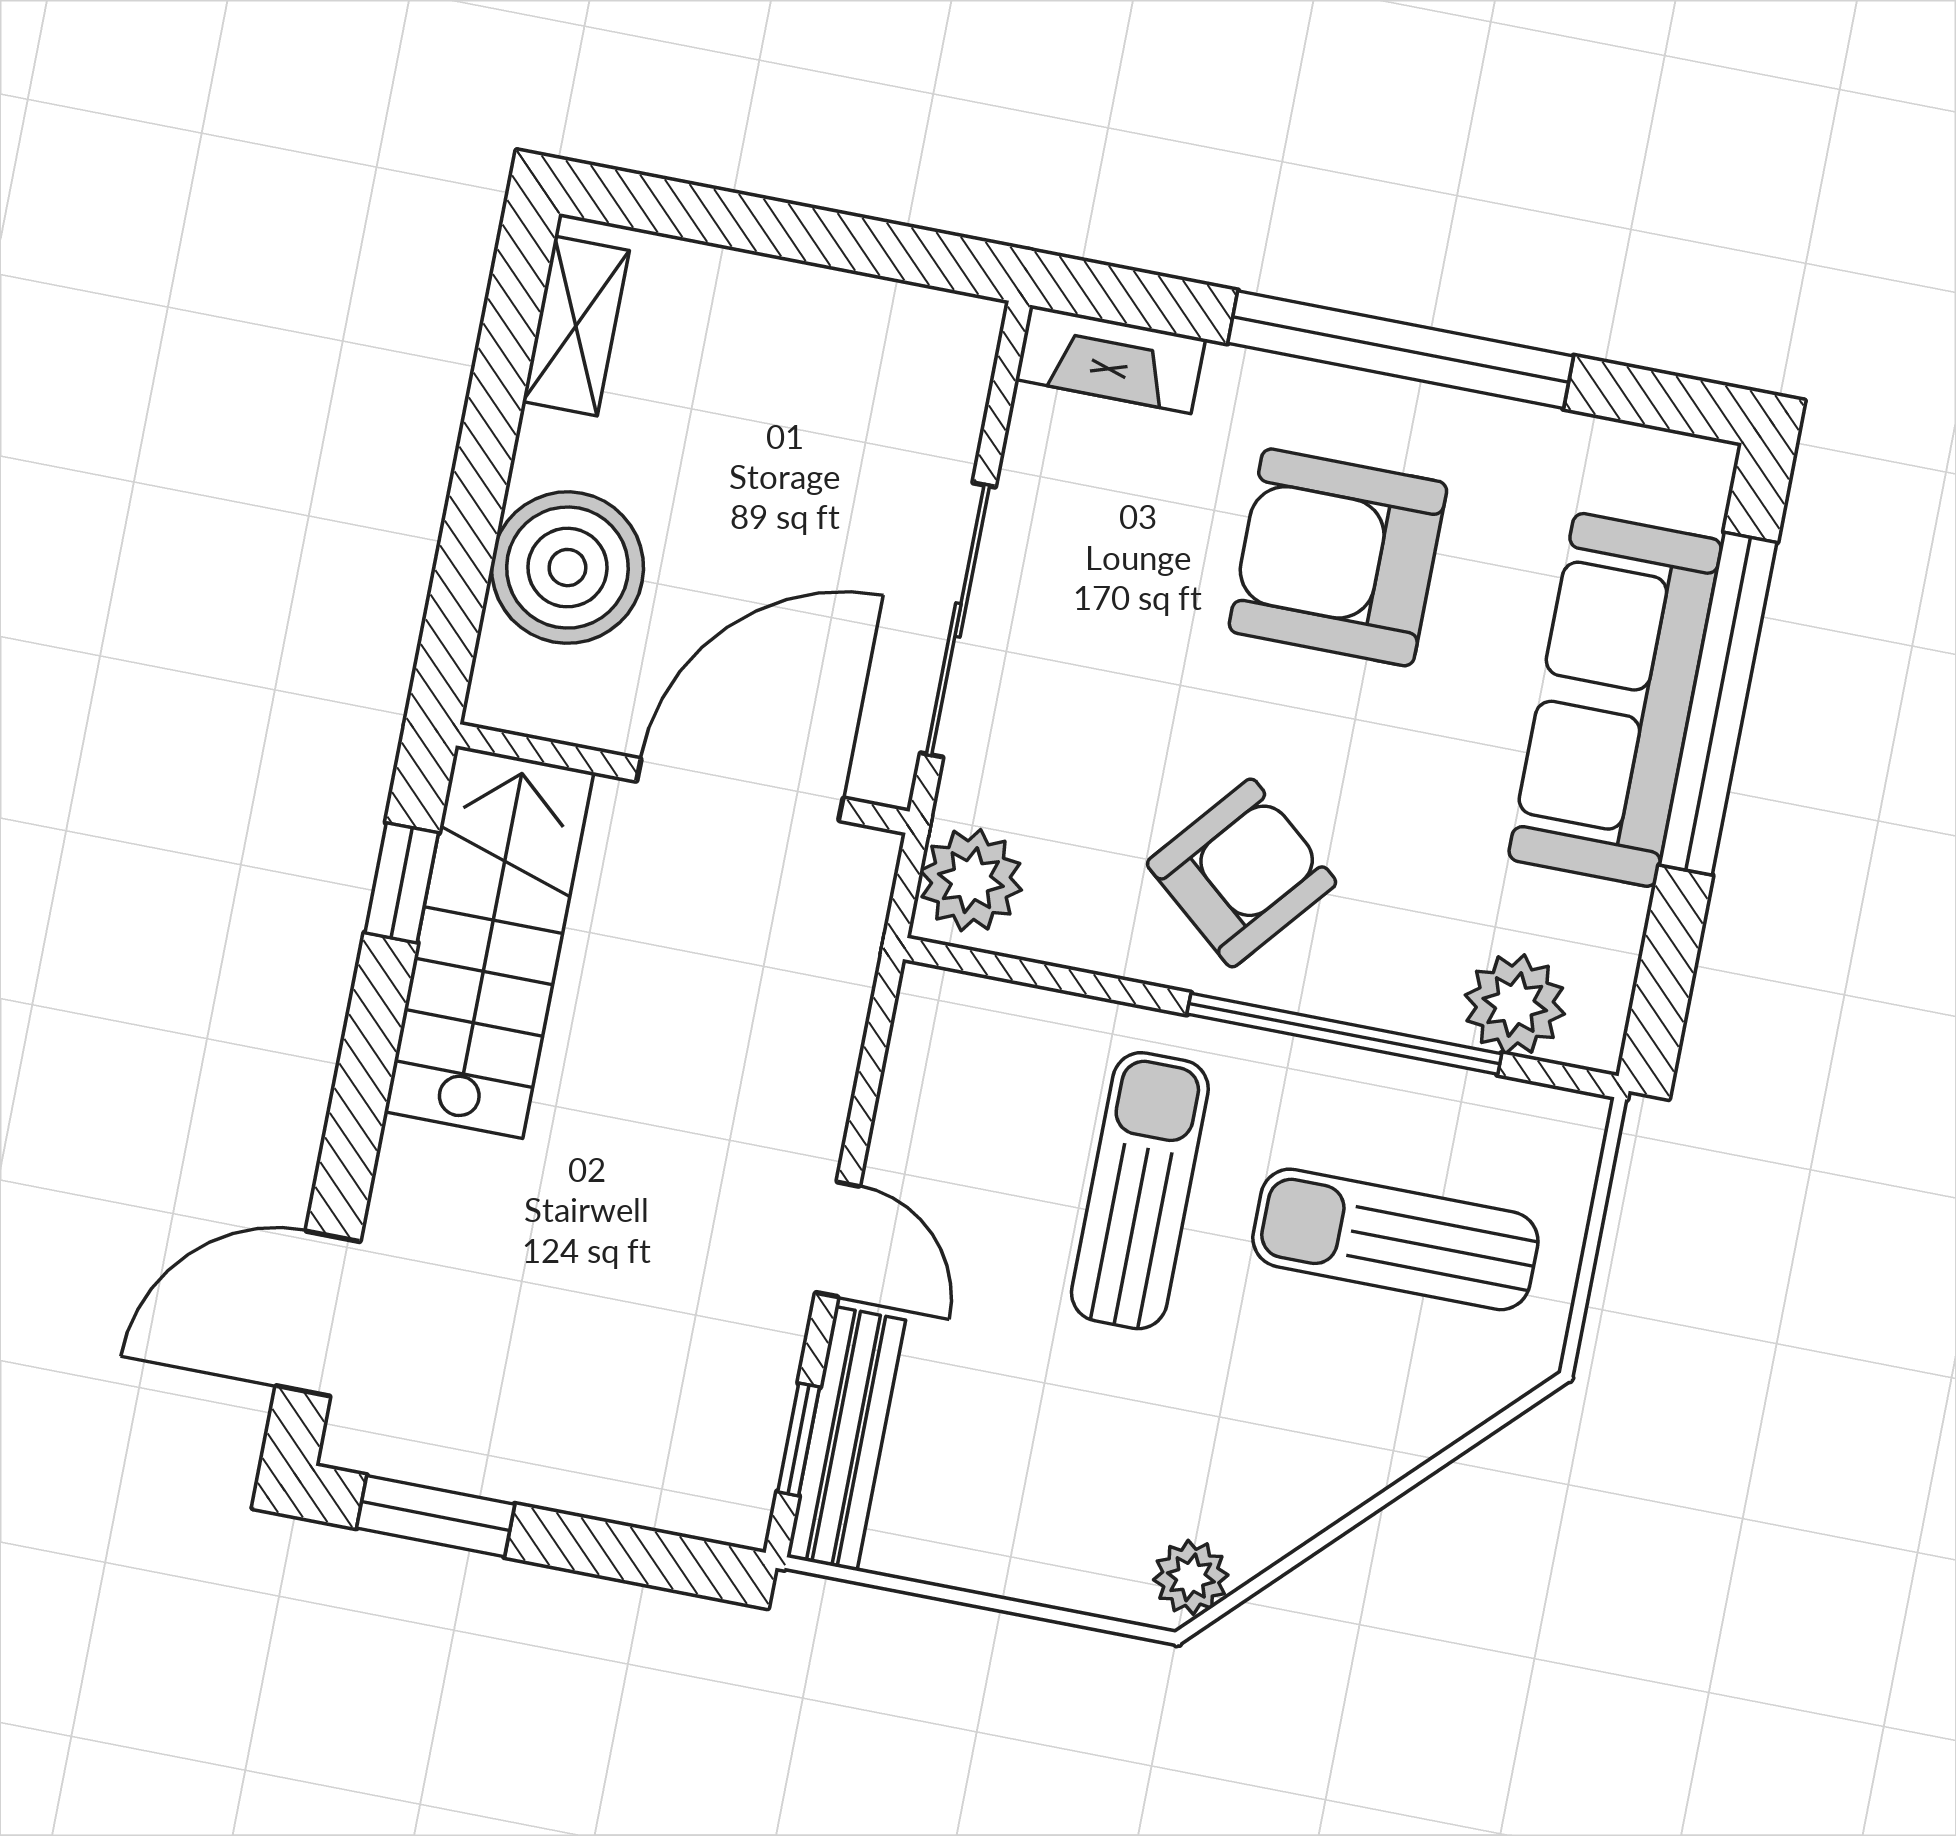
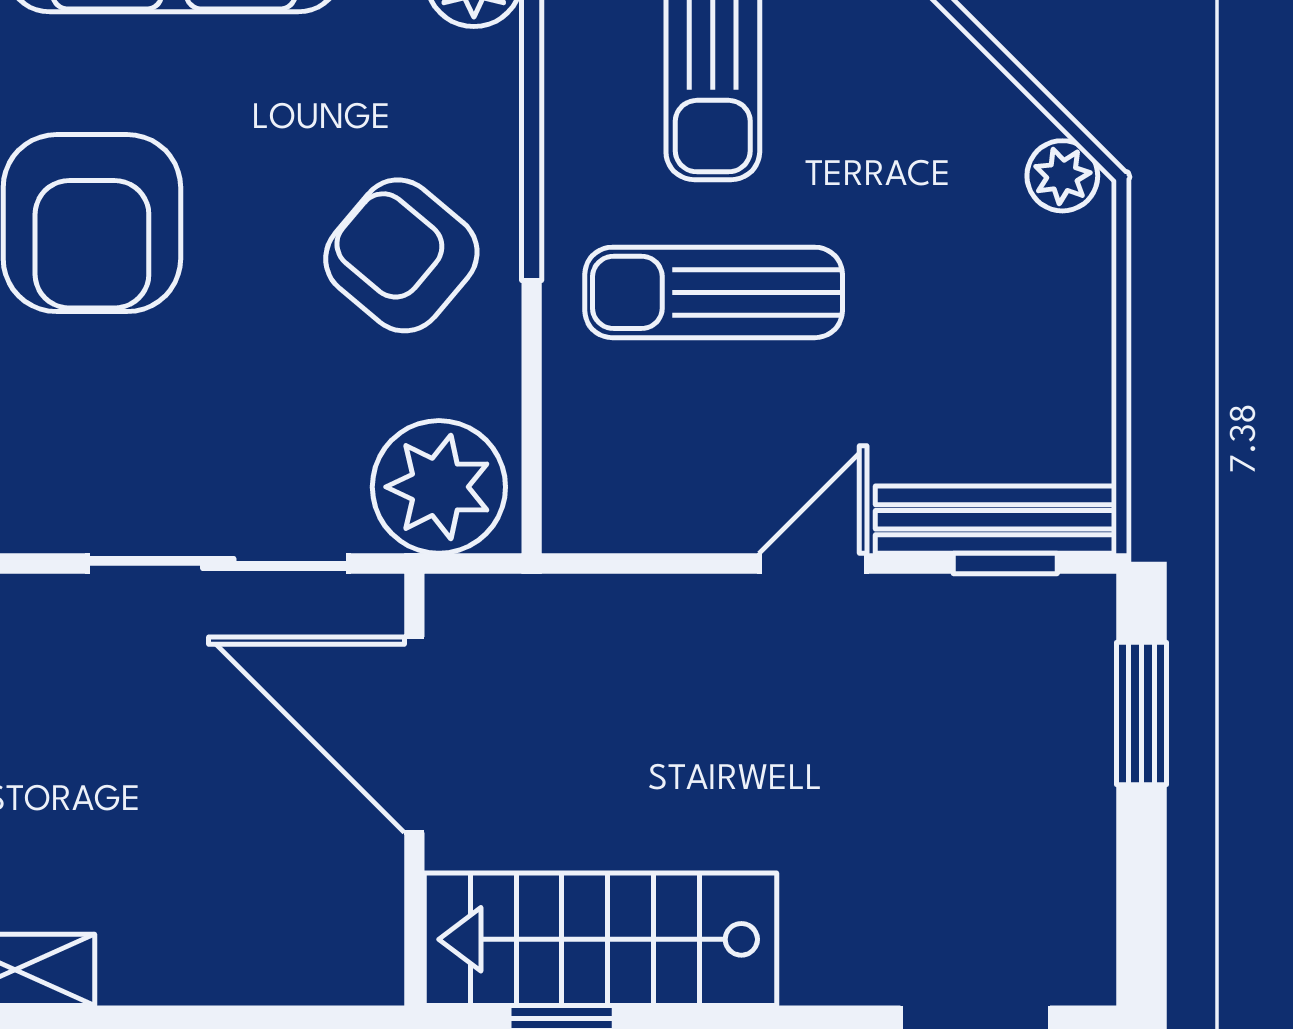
boiler: (567, 568) -> (240, 934), removed
plant: (971, 880) -> (439, 487), width x1.36, depth x1.36
window: (436, 1516) -> (1141, 714), moved

